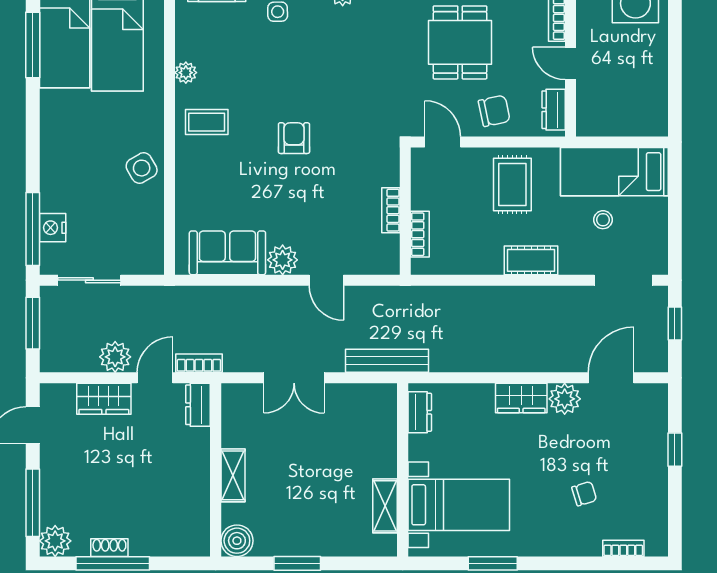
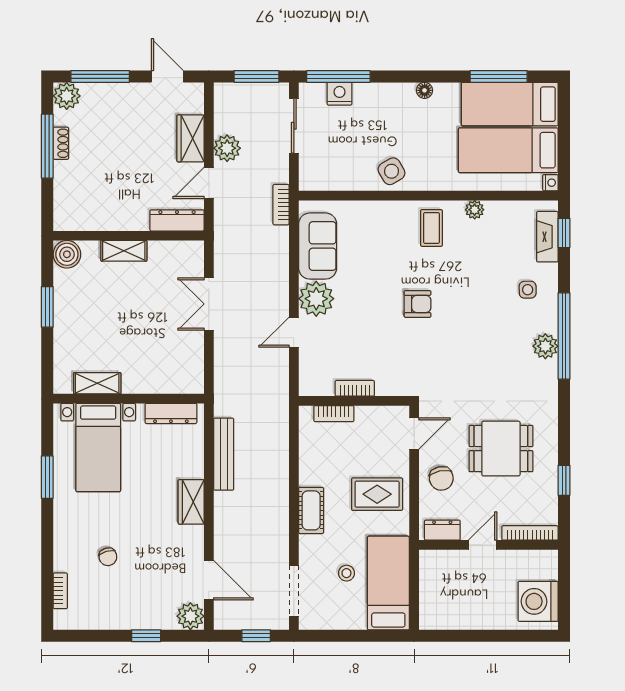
floor lamp: (49, 130) -> (425, 90), added
plant: (283, 260) -> (316, 299), width x1.36, depth x1.36
bench: (387, 361) -> (224, 454), moved
bookcase: (199, 363) -> (281, 205), moved, turned 180
door: (155, 378) -> (209, 183), swing flipped
plant: (565, 399) -> (190, 616), moved
dresser: (198, 405) -> (177, 220), width x1.44
dresser: (420, 412) -> (171, 413), width x1.44

